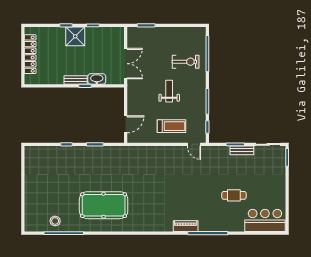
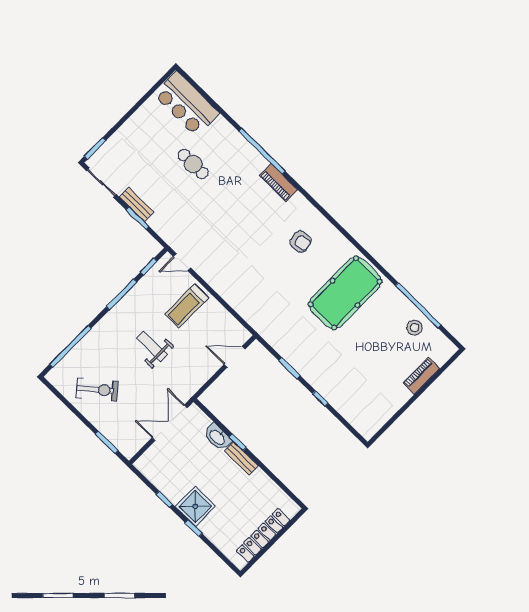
exercise bike: (186, 62) -> (97, 390), moved, turned 140
weight bench: (169, 91) -> (152, 347), turned 90
treadmill: (172, 126) -> (187, 306), turned -90
door: (194, 144) -> (182, 262), swing flipped
piano: (30, 202) -> (421, 376), added
pool table: (104, 205) -> (345, 293), turned 90
armchair: (148, 209) -> (301, 242), added

